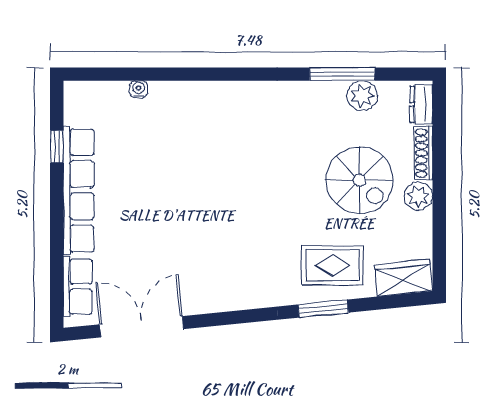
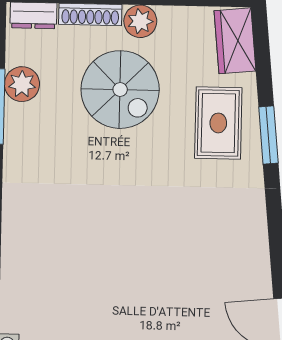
spiral stairs: (359, 180) -> (120, 90), turned 90

